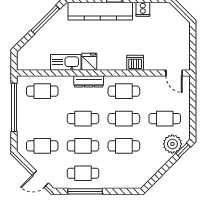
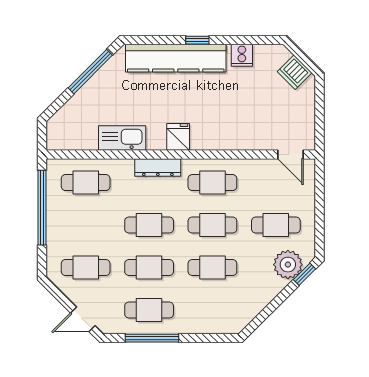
fridge: (89, 62) -> (178, 137), moved
dishwasher: (135, 63) -> (295, 72), moved, turned -135

